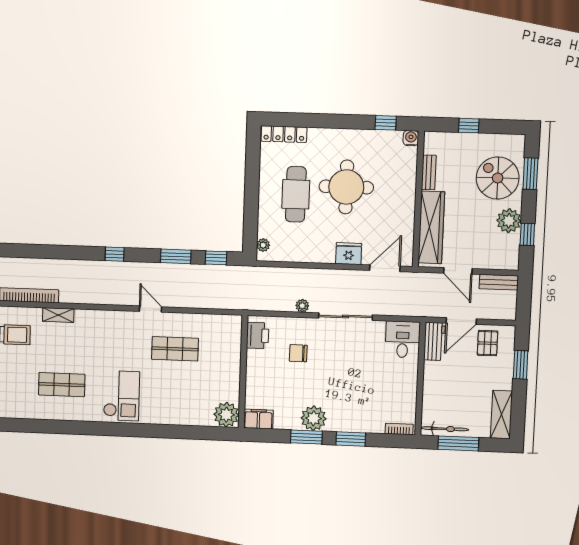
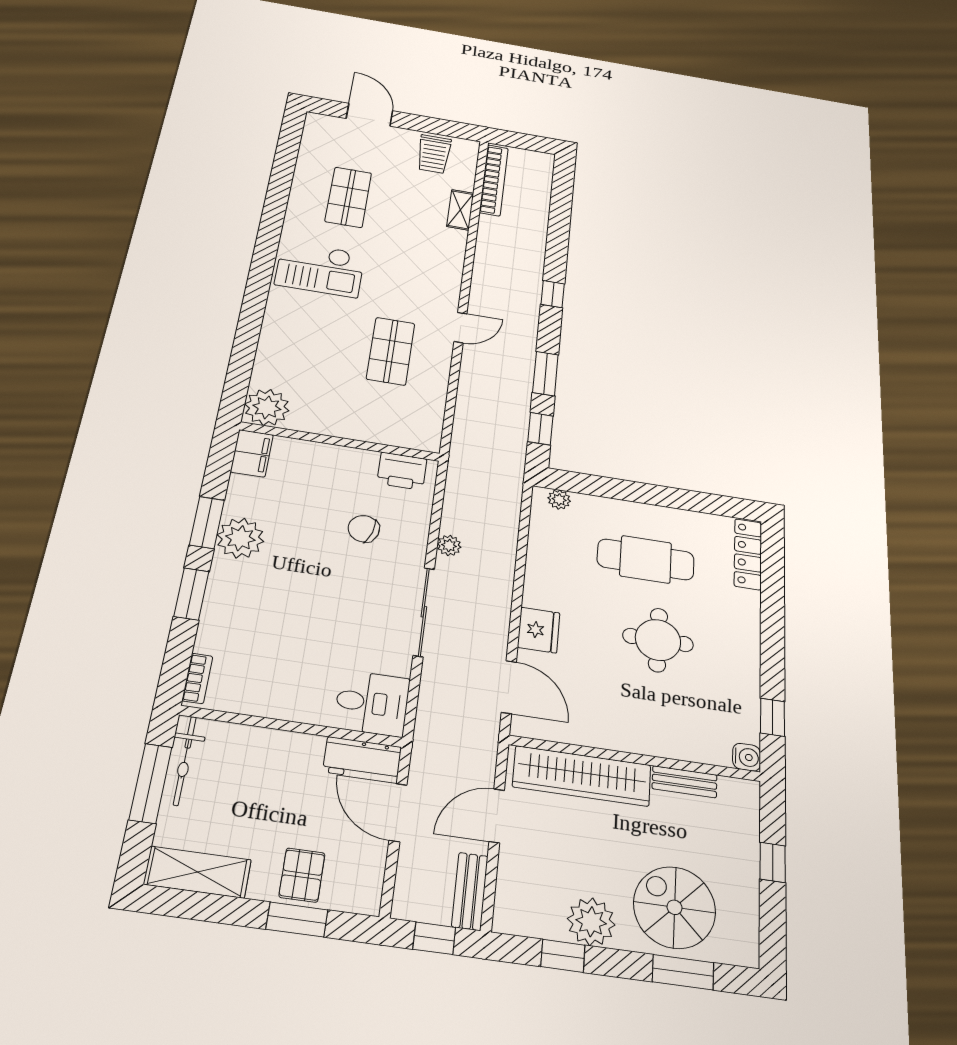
spiral stairs: (498, 178) -> (675, 907), turned -90
round table: (346, 187) -> (658, 640), width x0.73, depth x0.73
window: (524, 298) -> (434, 938), added
pallet: (488, 343) -> (302, 875), moved, turned 90
chair: (298, 353) -> (364, 529), turned -73

